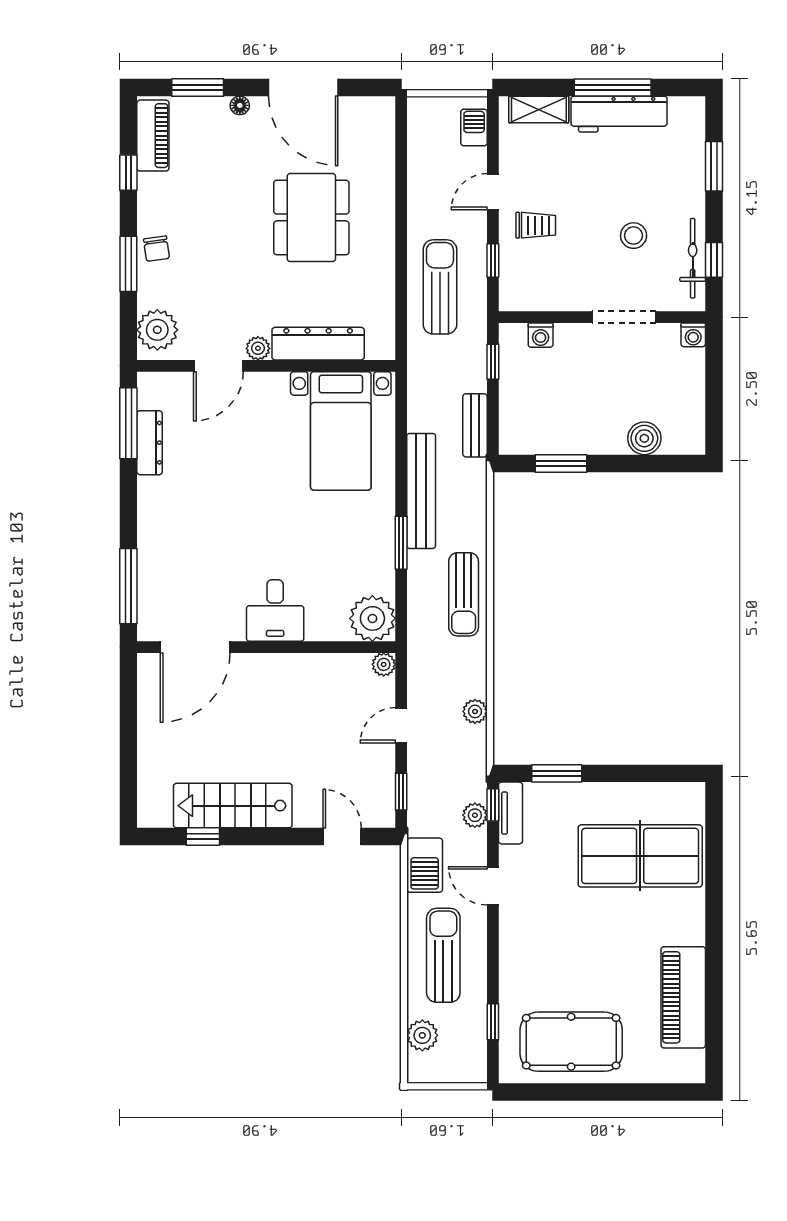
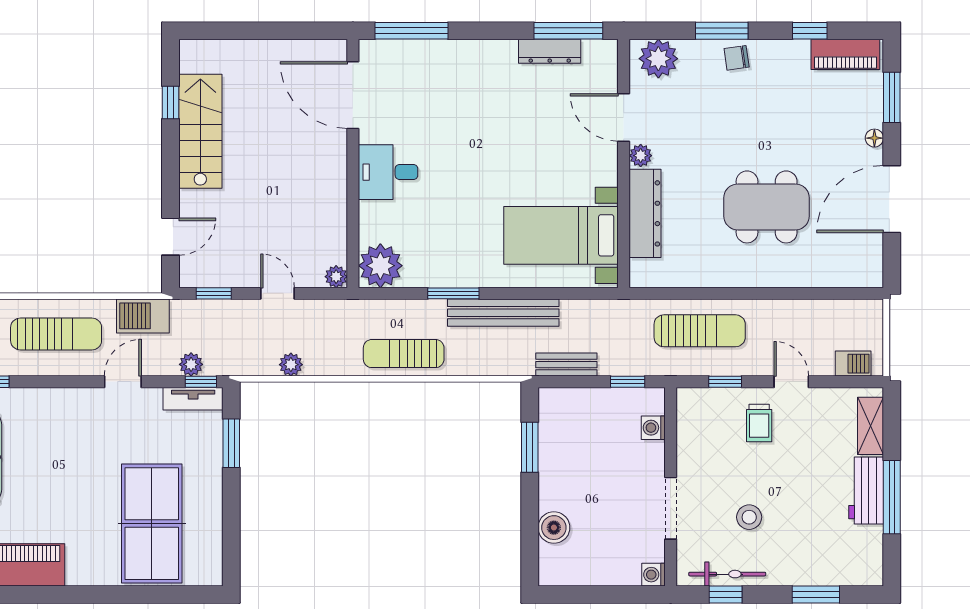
workbench: (619, 114) -> (866, 491), width x0.73

